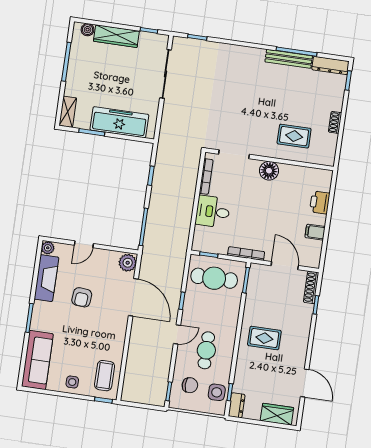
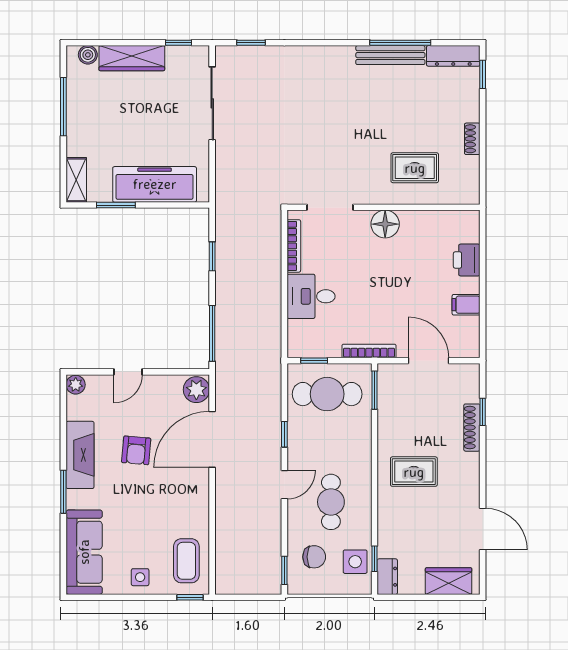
fireplace: (46, 278) -> (80, 455), moved
shoe rack: (311, 287) -> (472, 428), moved
door: (133, 297) -> (212, 439), swing flipped

